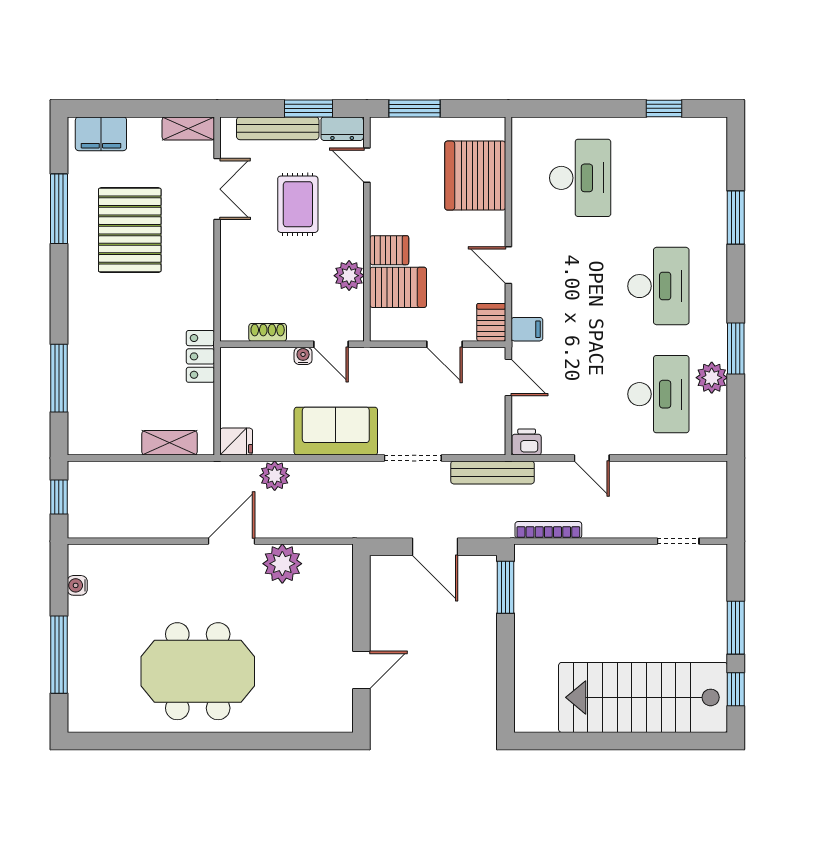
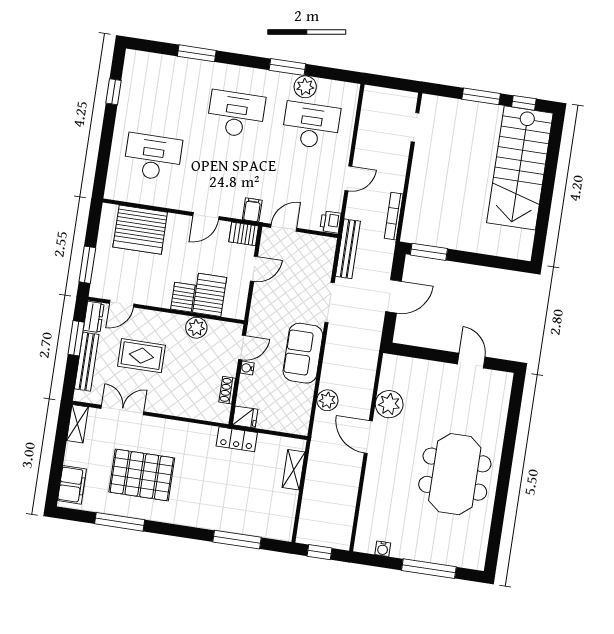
fridge: (236, 442) -> (245, 417), moved, turned 90

